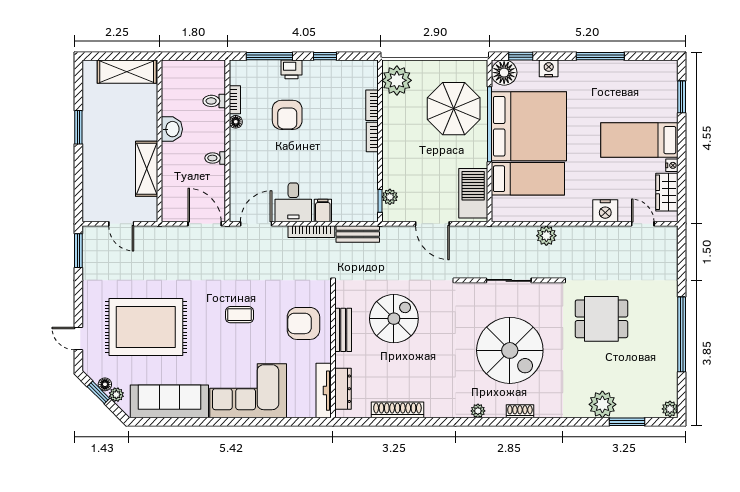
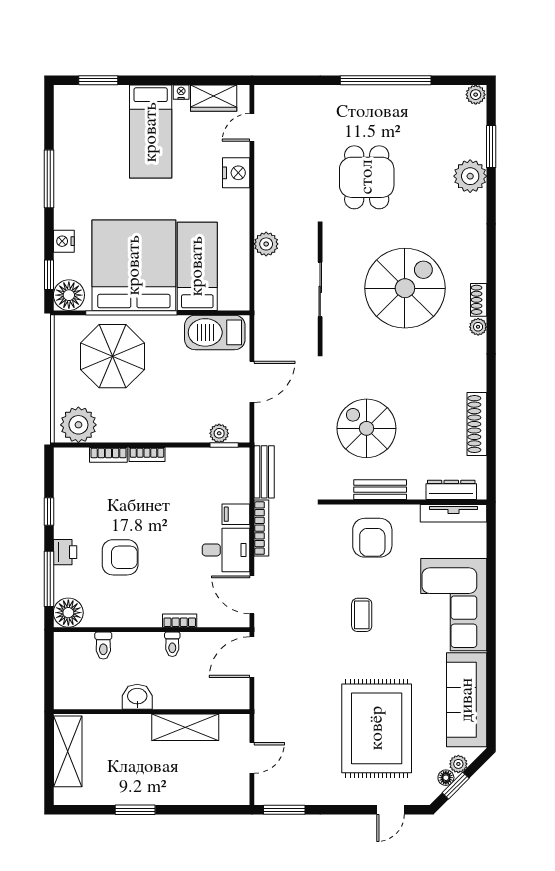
bookcase: (235, 100) -> (180, 621), moved
floor lamp: (236, 122) -> (68, 613), moved, width x1.89, depth x1.89
shoe rack: (520, 411) -> (479, 300), moved

